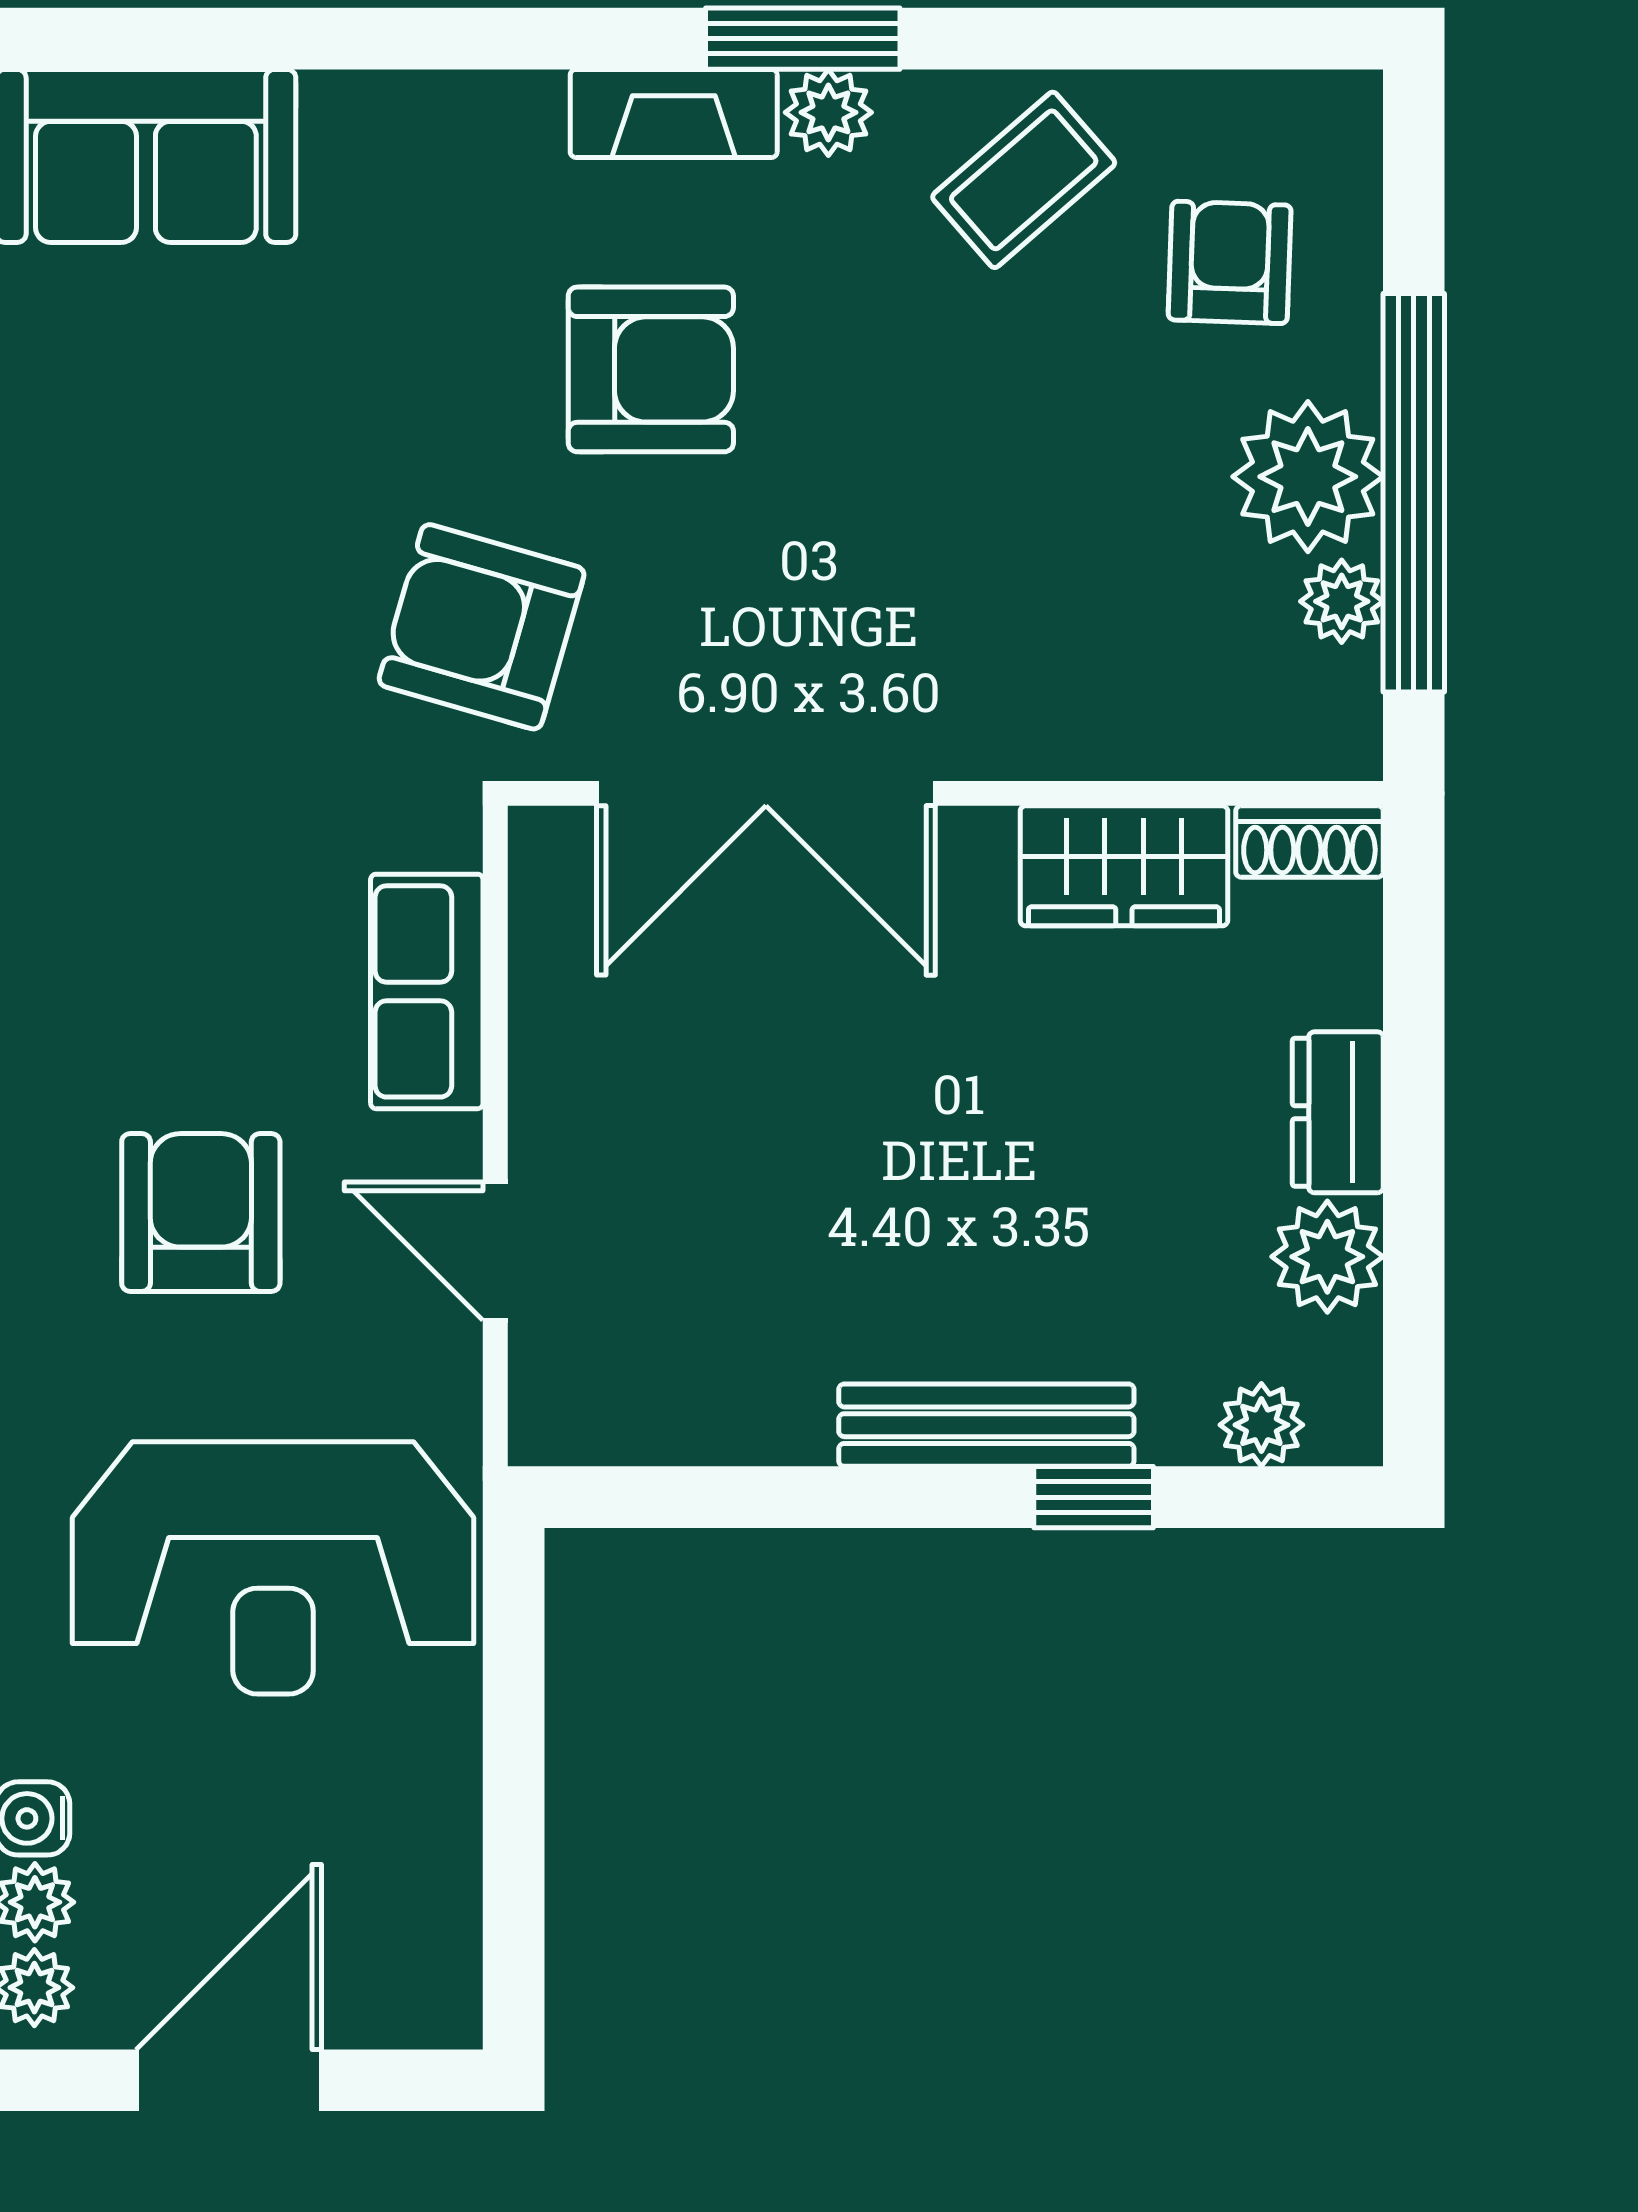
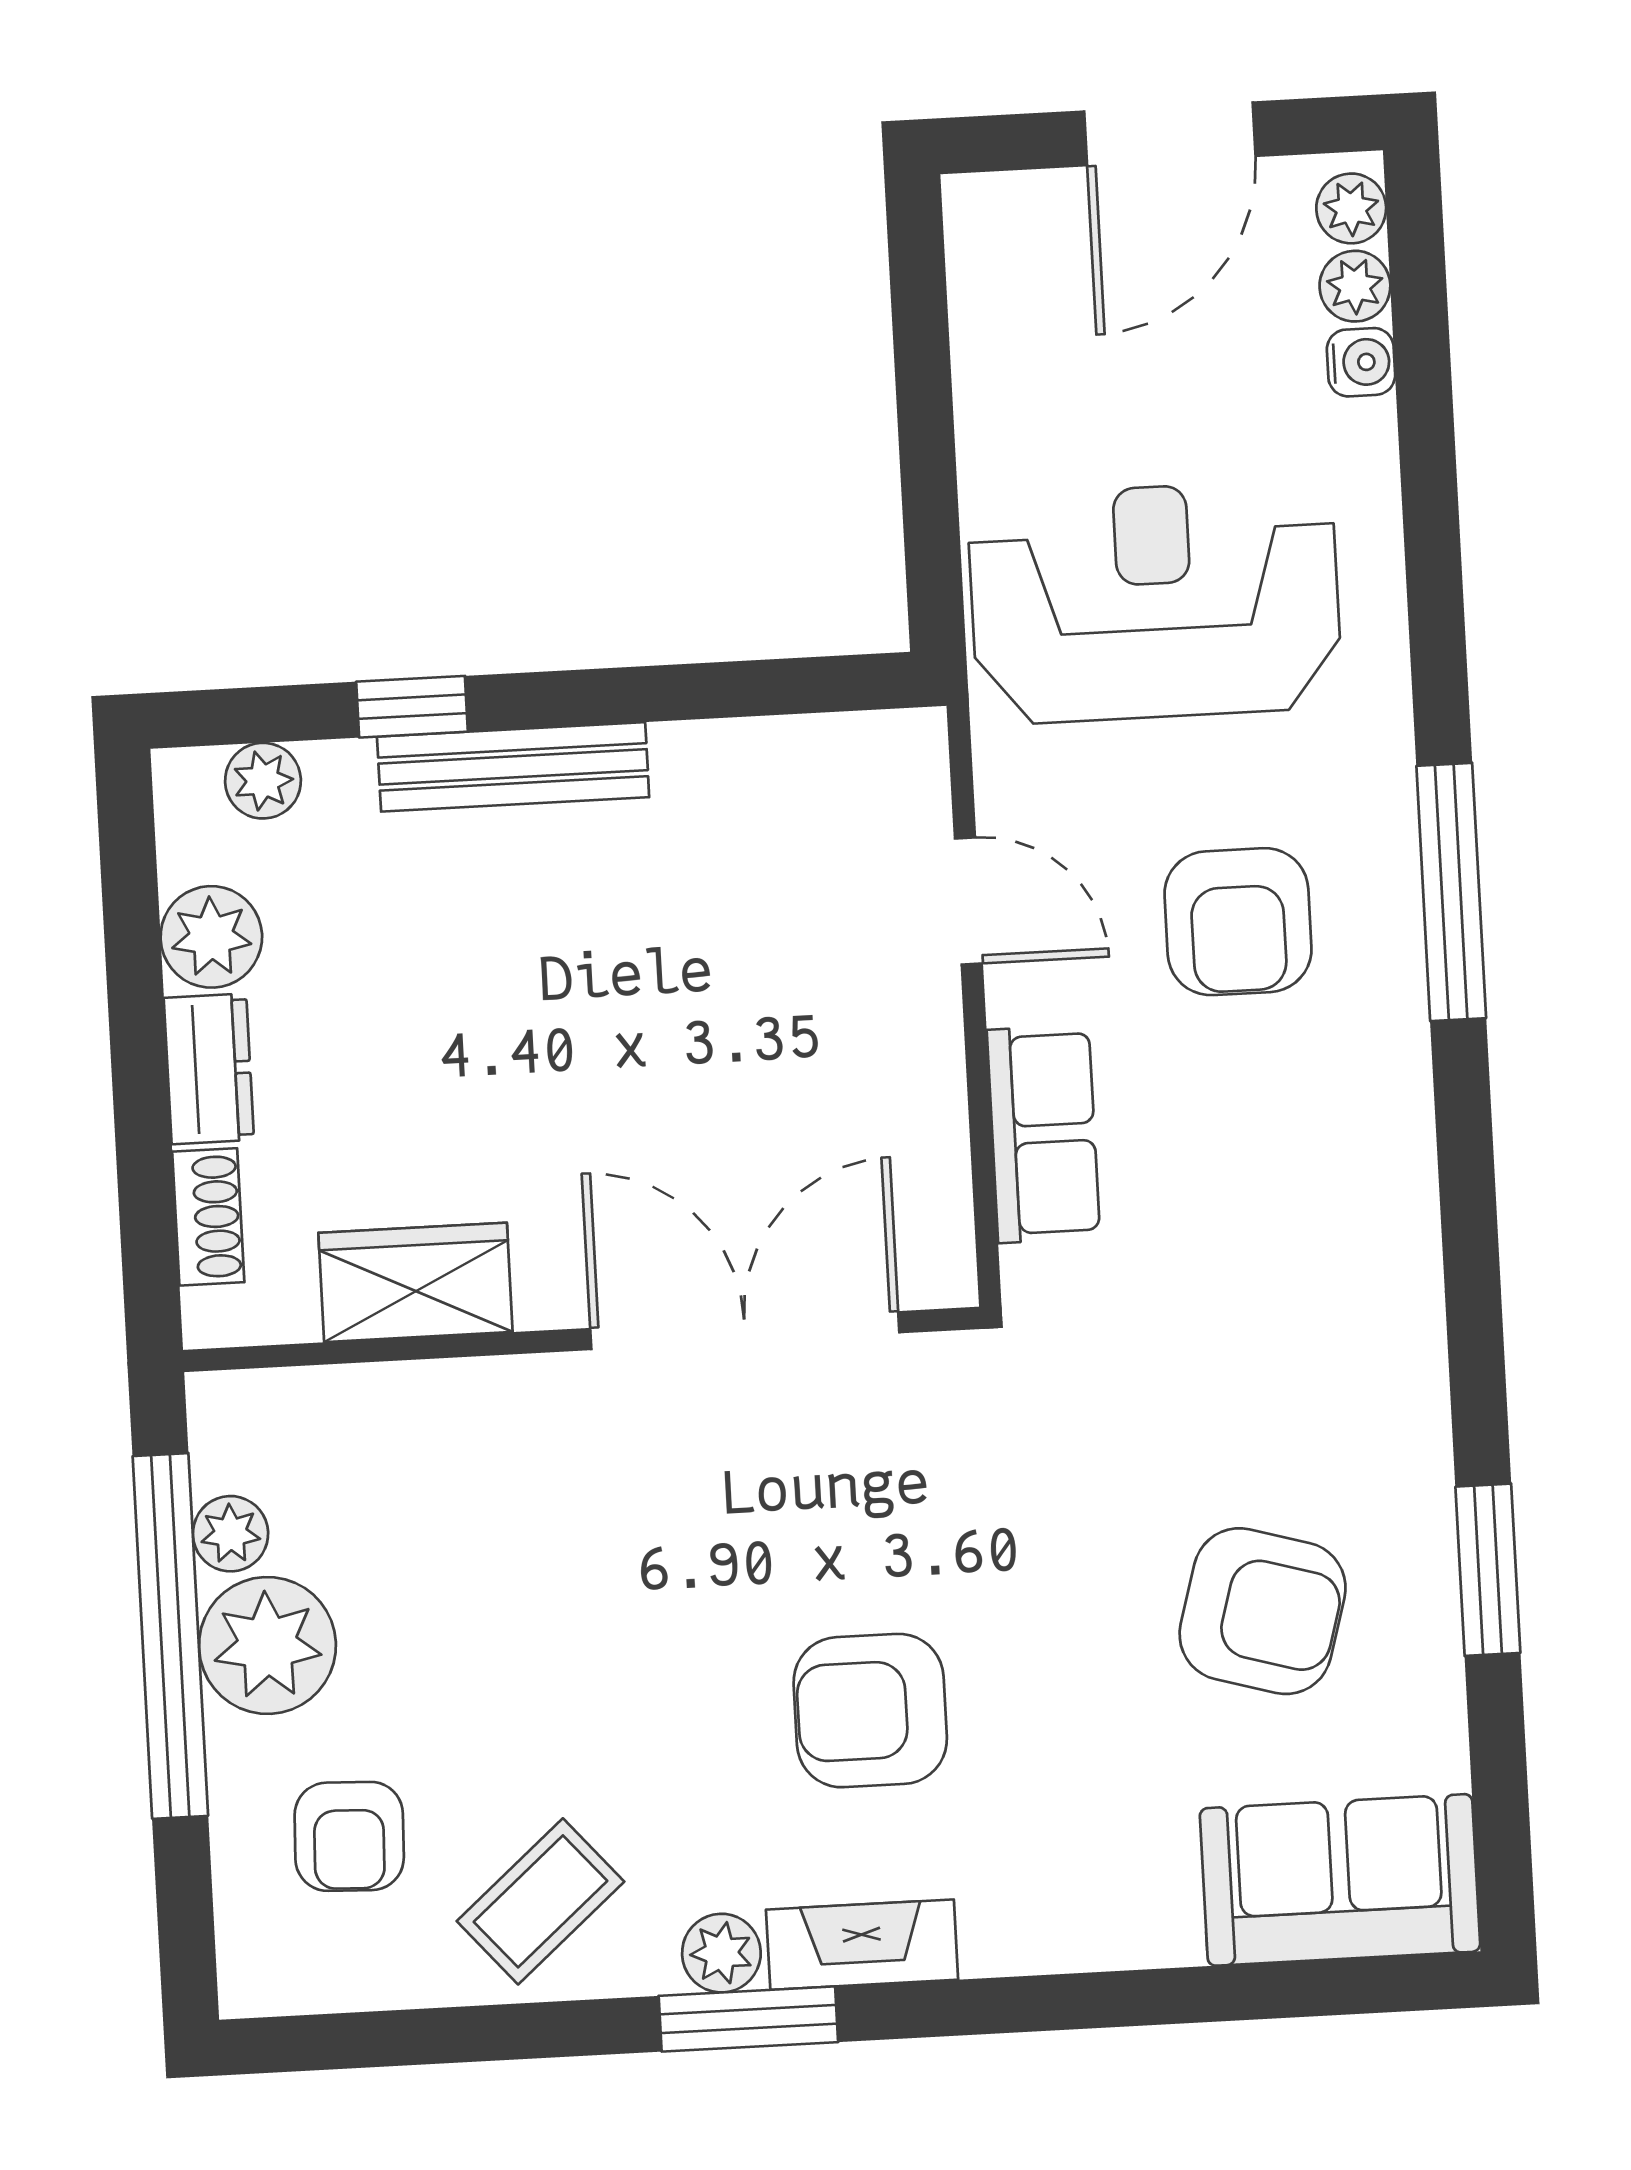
armchair: (482, 627) -> (1263, 1611), moved
shoe rack: (1309, 841) -> (208, 1217), moved, turned 90

